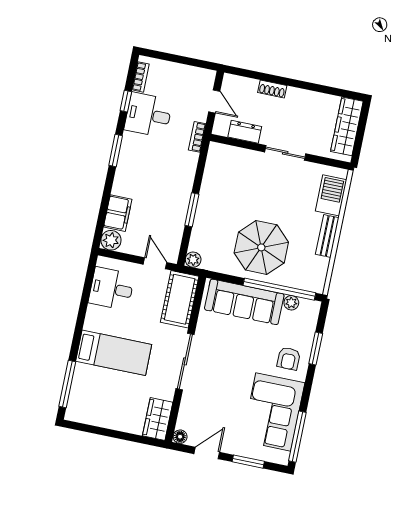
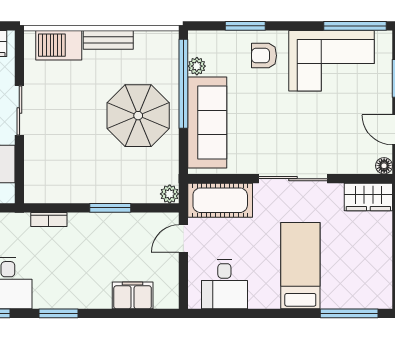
bookcase: (197, 137) -> (49, 219), moved
plant: (111, 240) -> (167, 297), removed
armchair: (289, 359) -> (264, 56), turned 180

